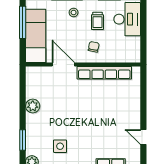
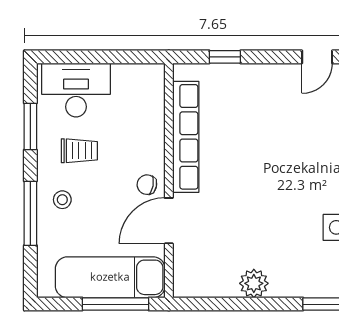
window: (23, 22) -> (116, 304), moved
chair: (94, 47) -> (147, 185), moved
window: (143, 92) -> (225, 57), added

